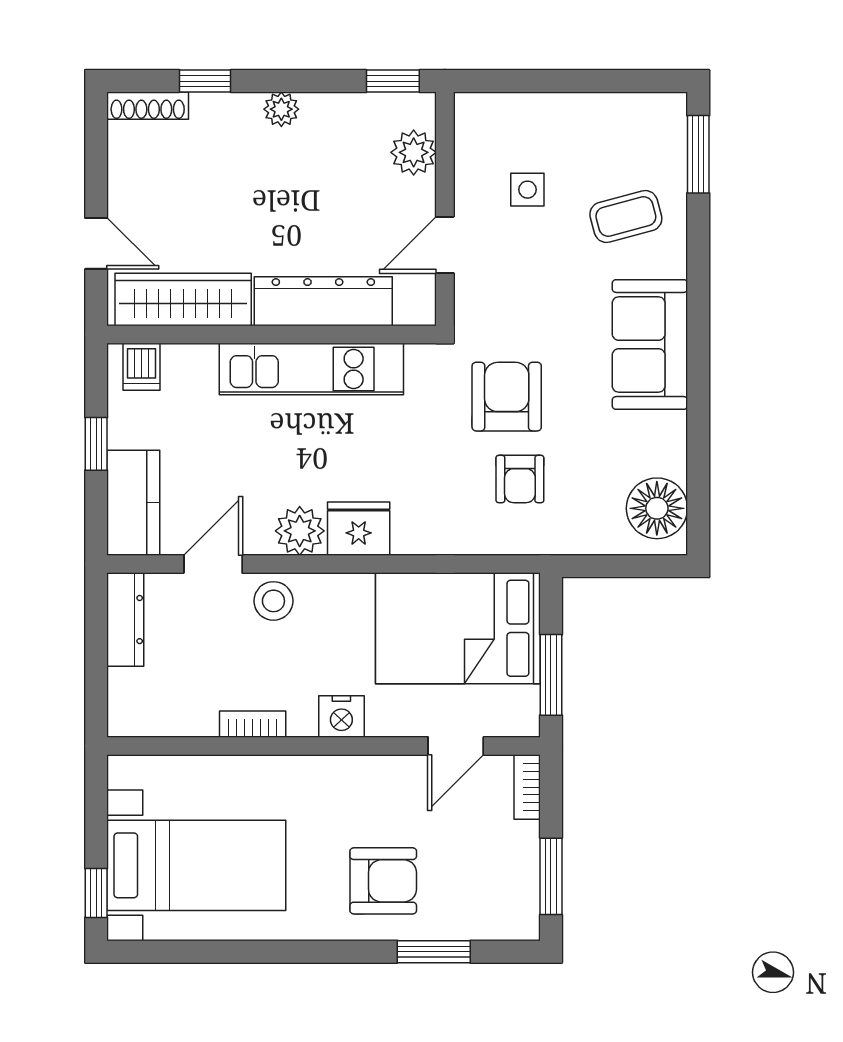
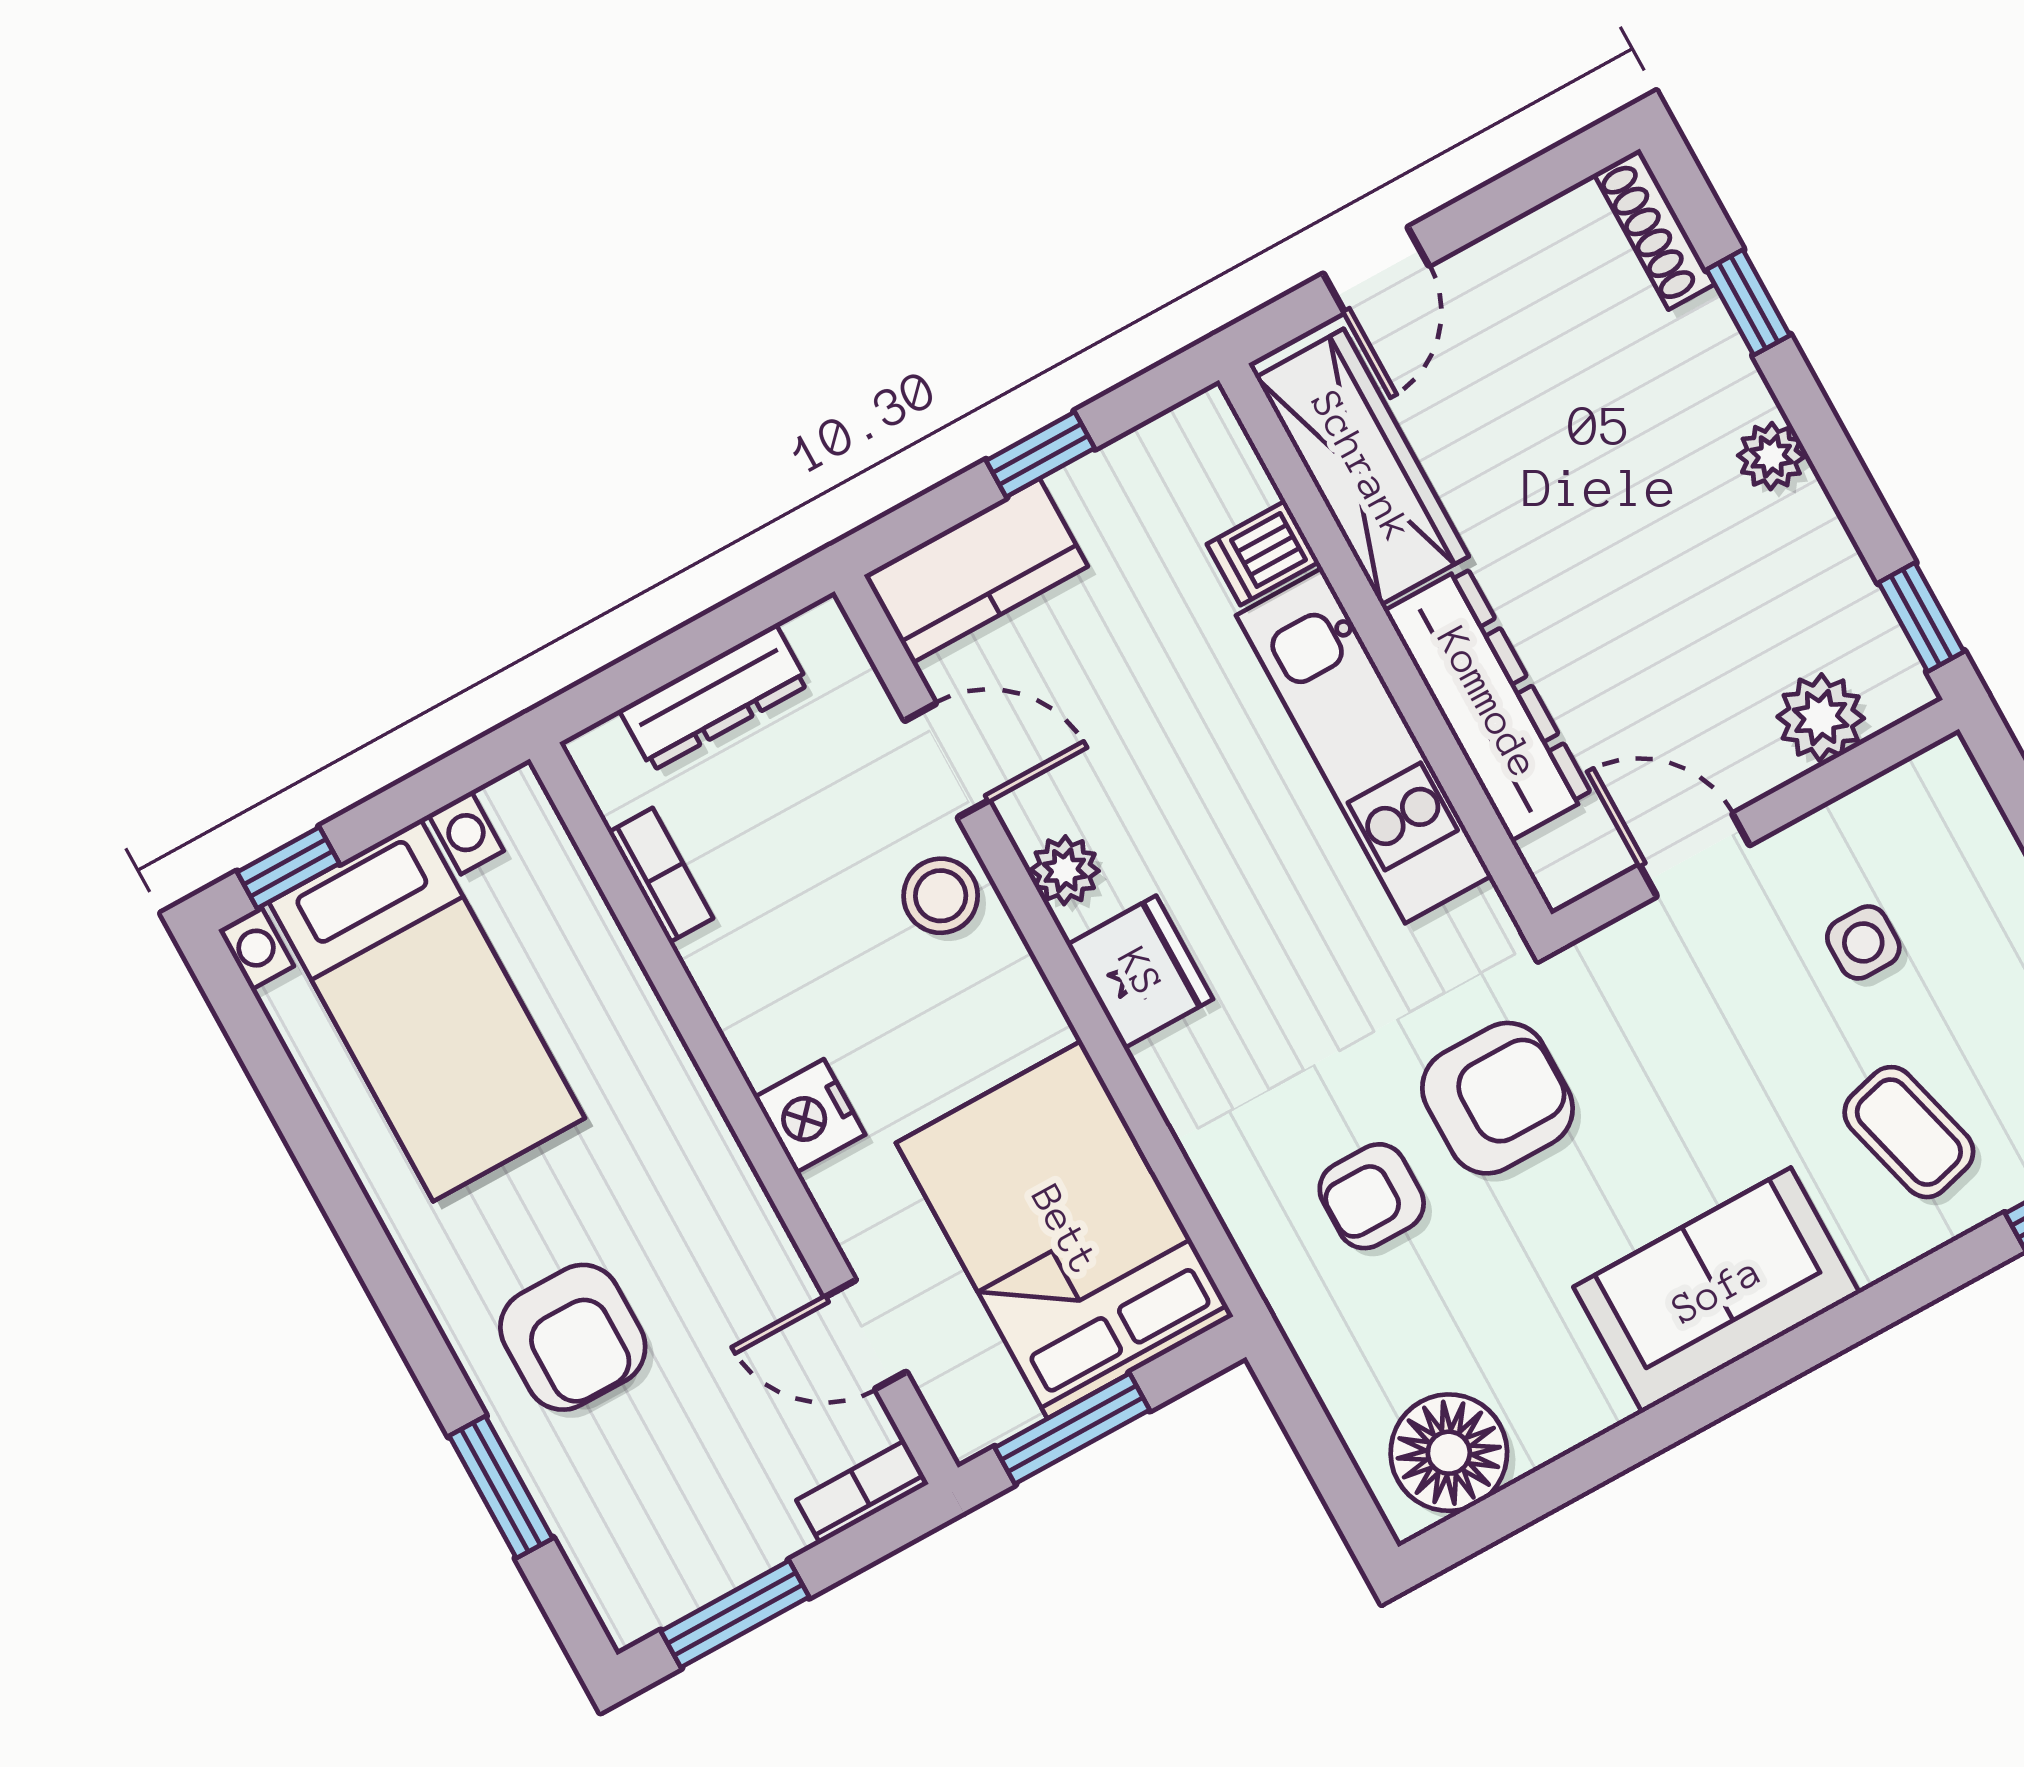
dishwasher: (141, 367) -> (1263, 553), moved
plant: (300, 531) -> (1065, 870), width x0.73, depth x0.73
dresser: (125, 620) -> (714, 697), moved
bookcase: (253, 724) -> (661, 875), moved

